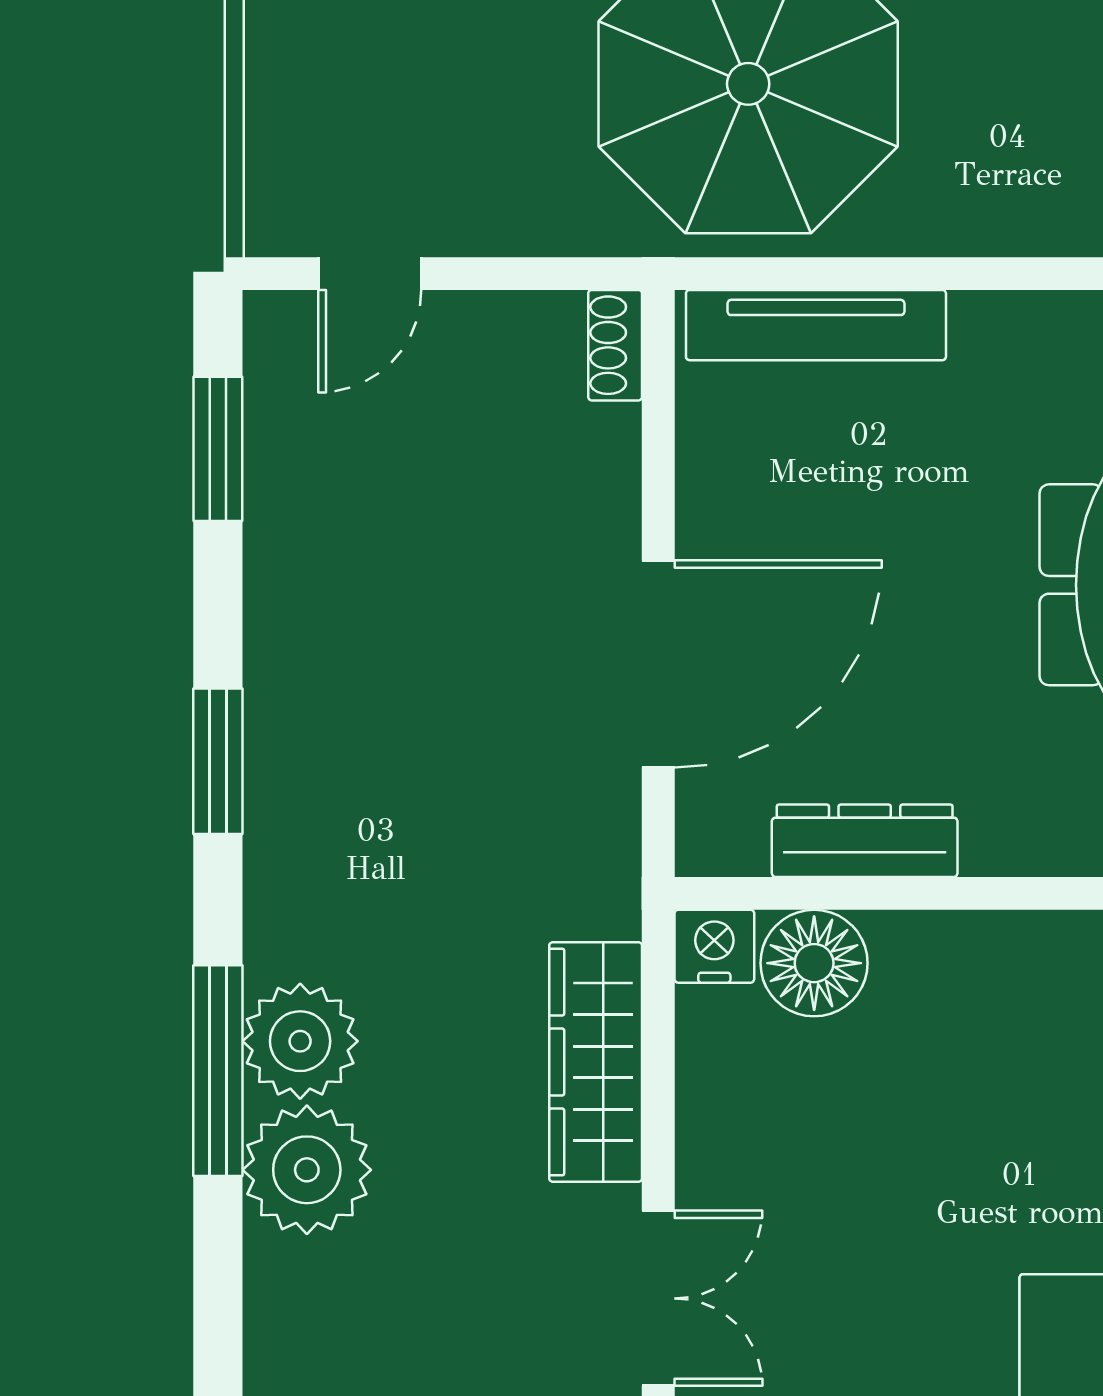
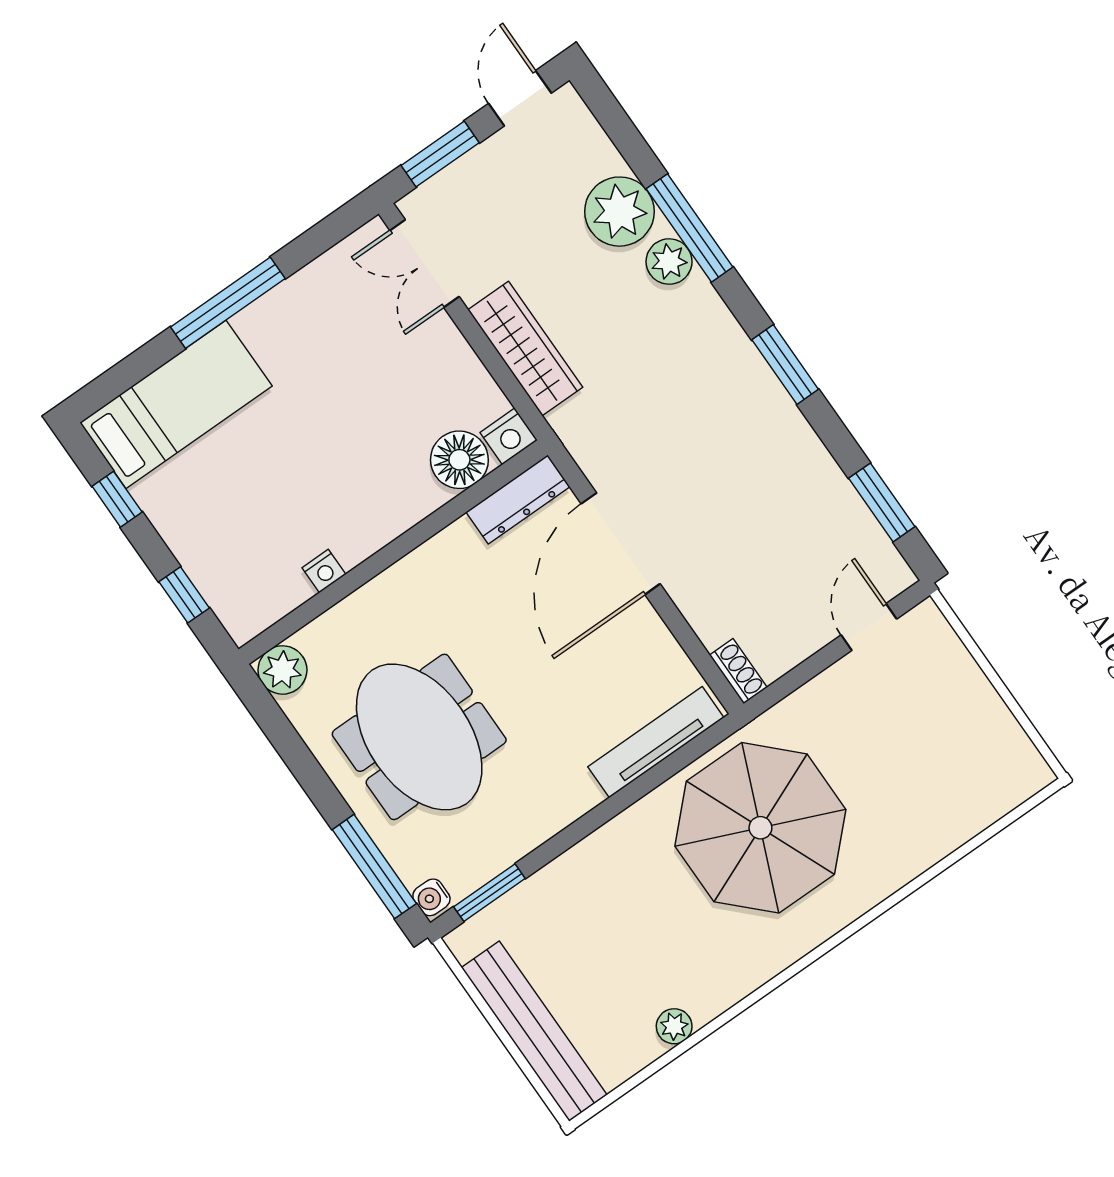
dresser: (865, 841) -> (518, 499), moved
plant: (300, 1041) -> (669, 262), width x0.73, depth x0.73

